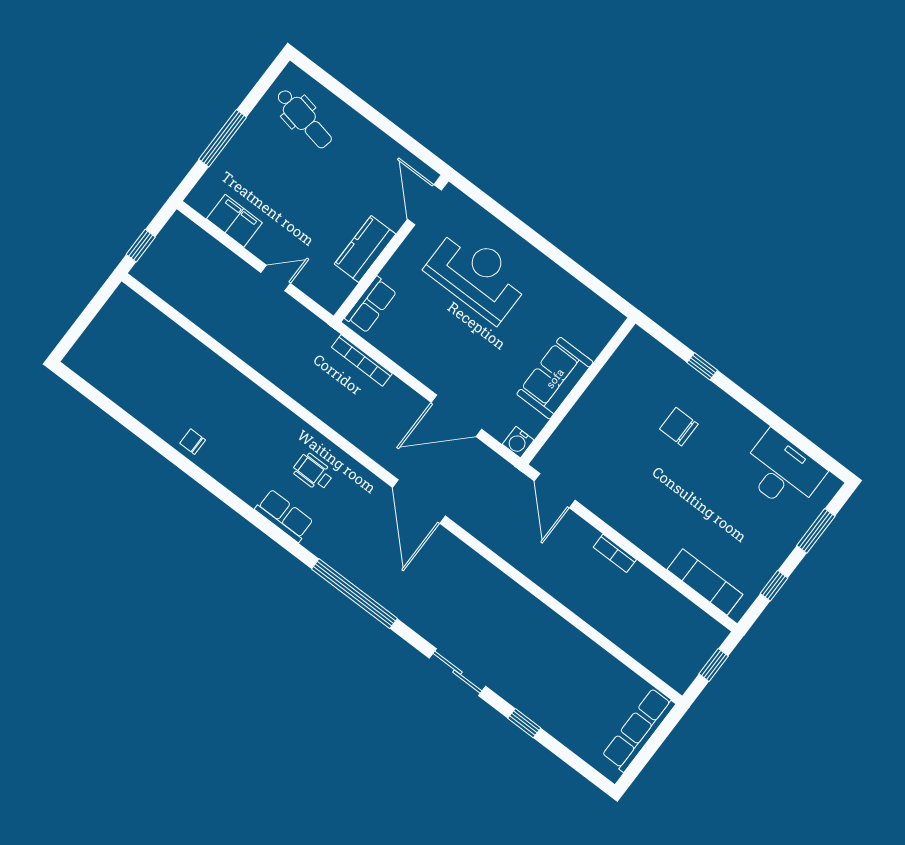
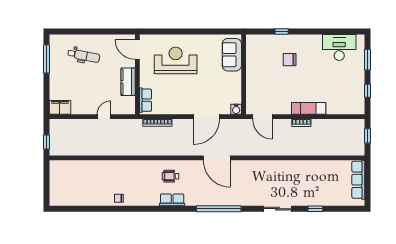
dental chair: (304, 119) -> (84, 56), moved
window: (223, 138) -> (47, 59), moved
filing cabinet: (234, 221) -> (60, 107), moved
sofa: (555, 378) -> (232, 55), moved
exam couch: (705, 582) -> (309, 108), moved

